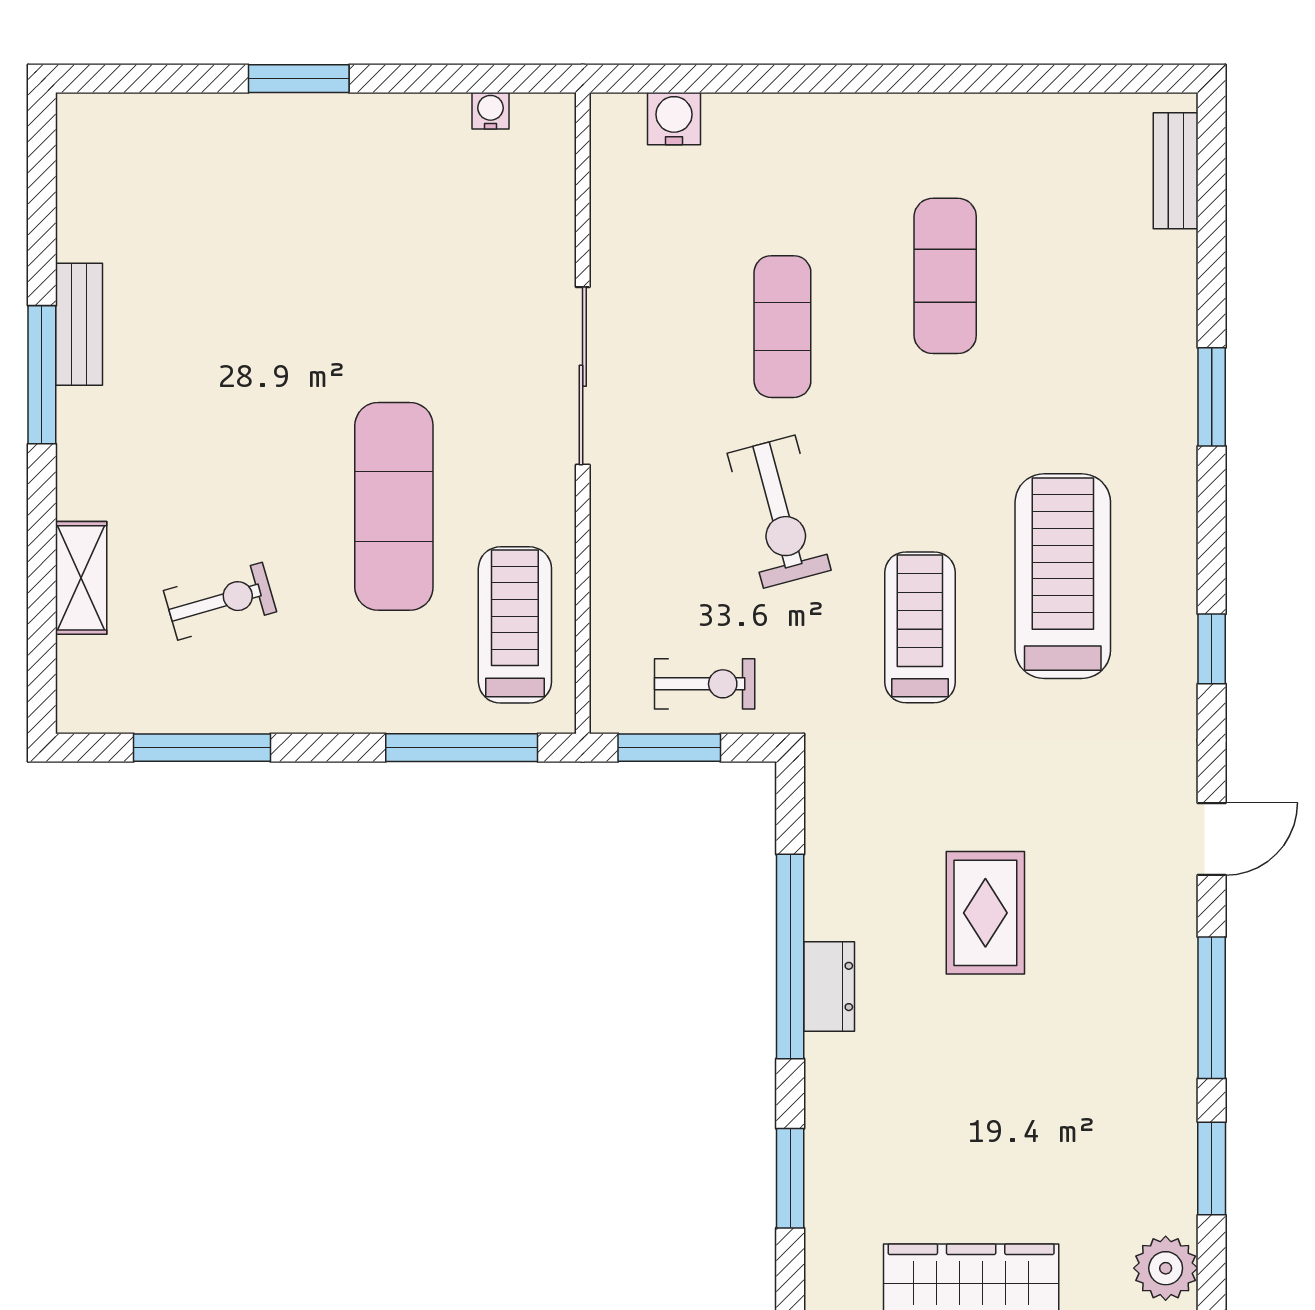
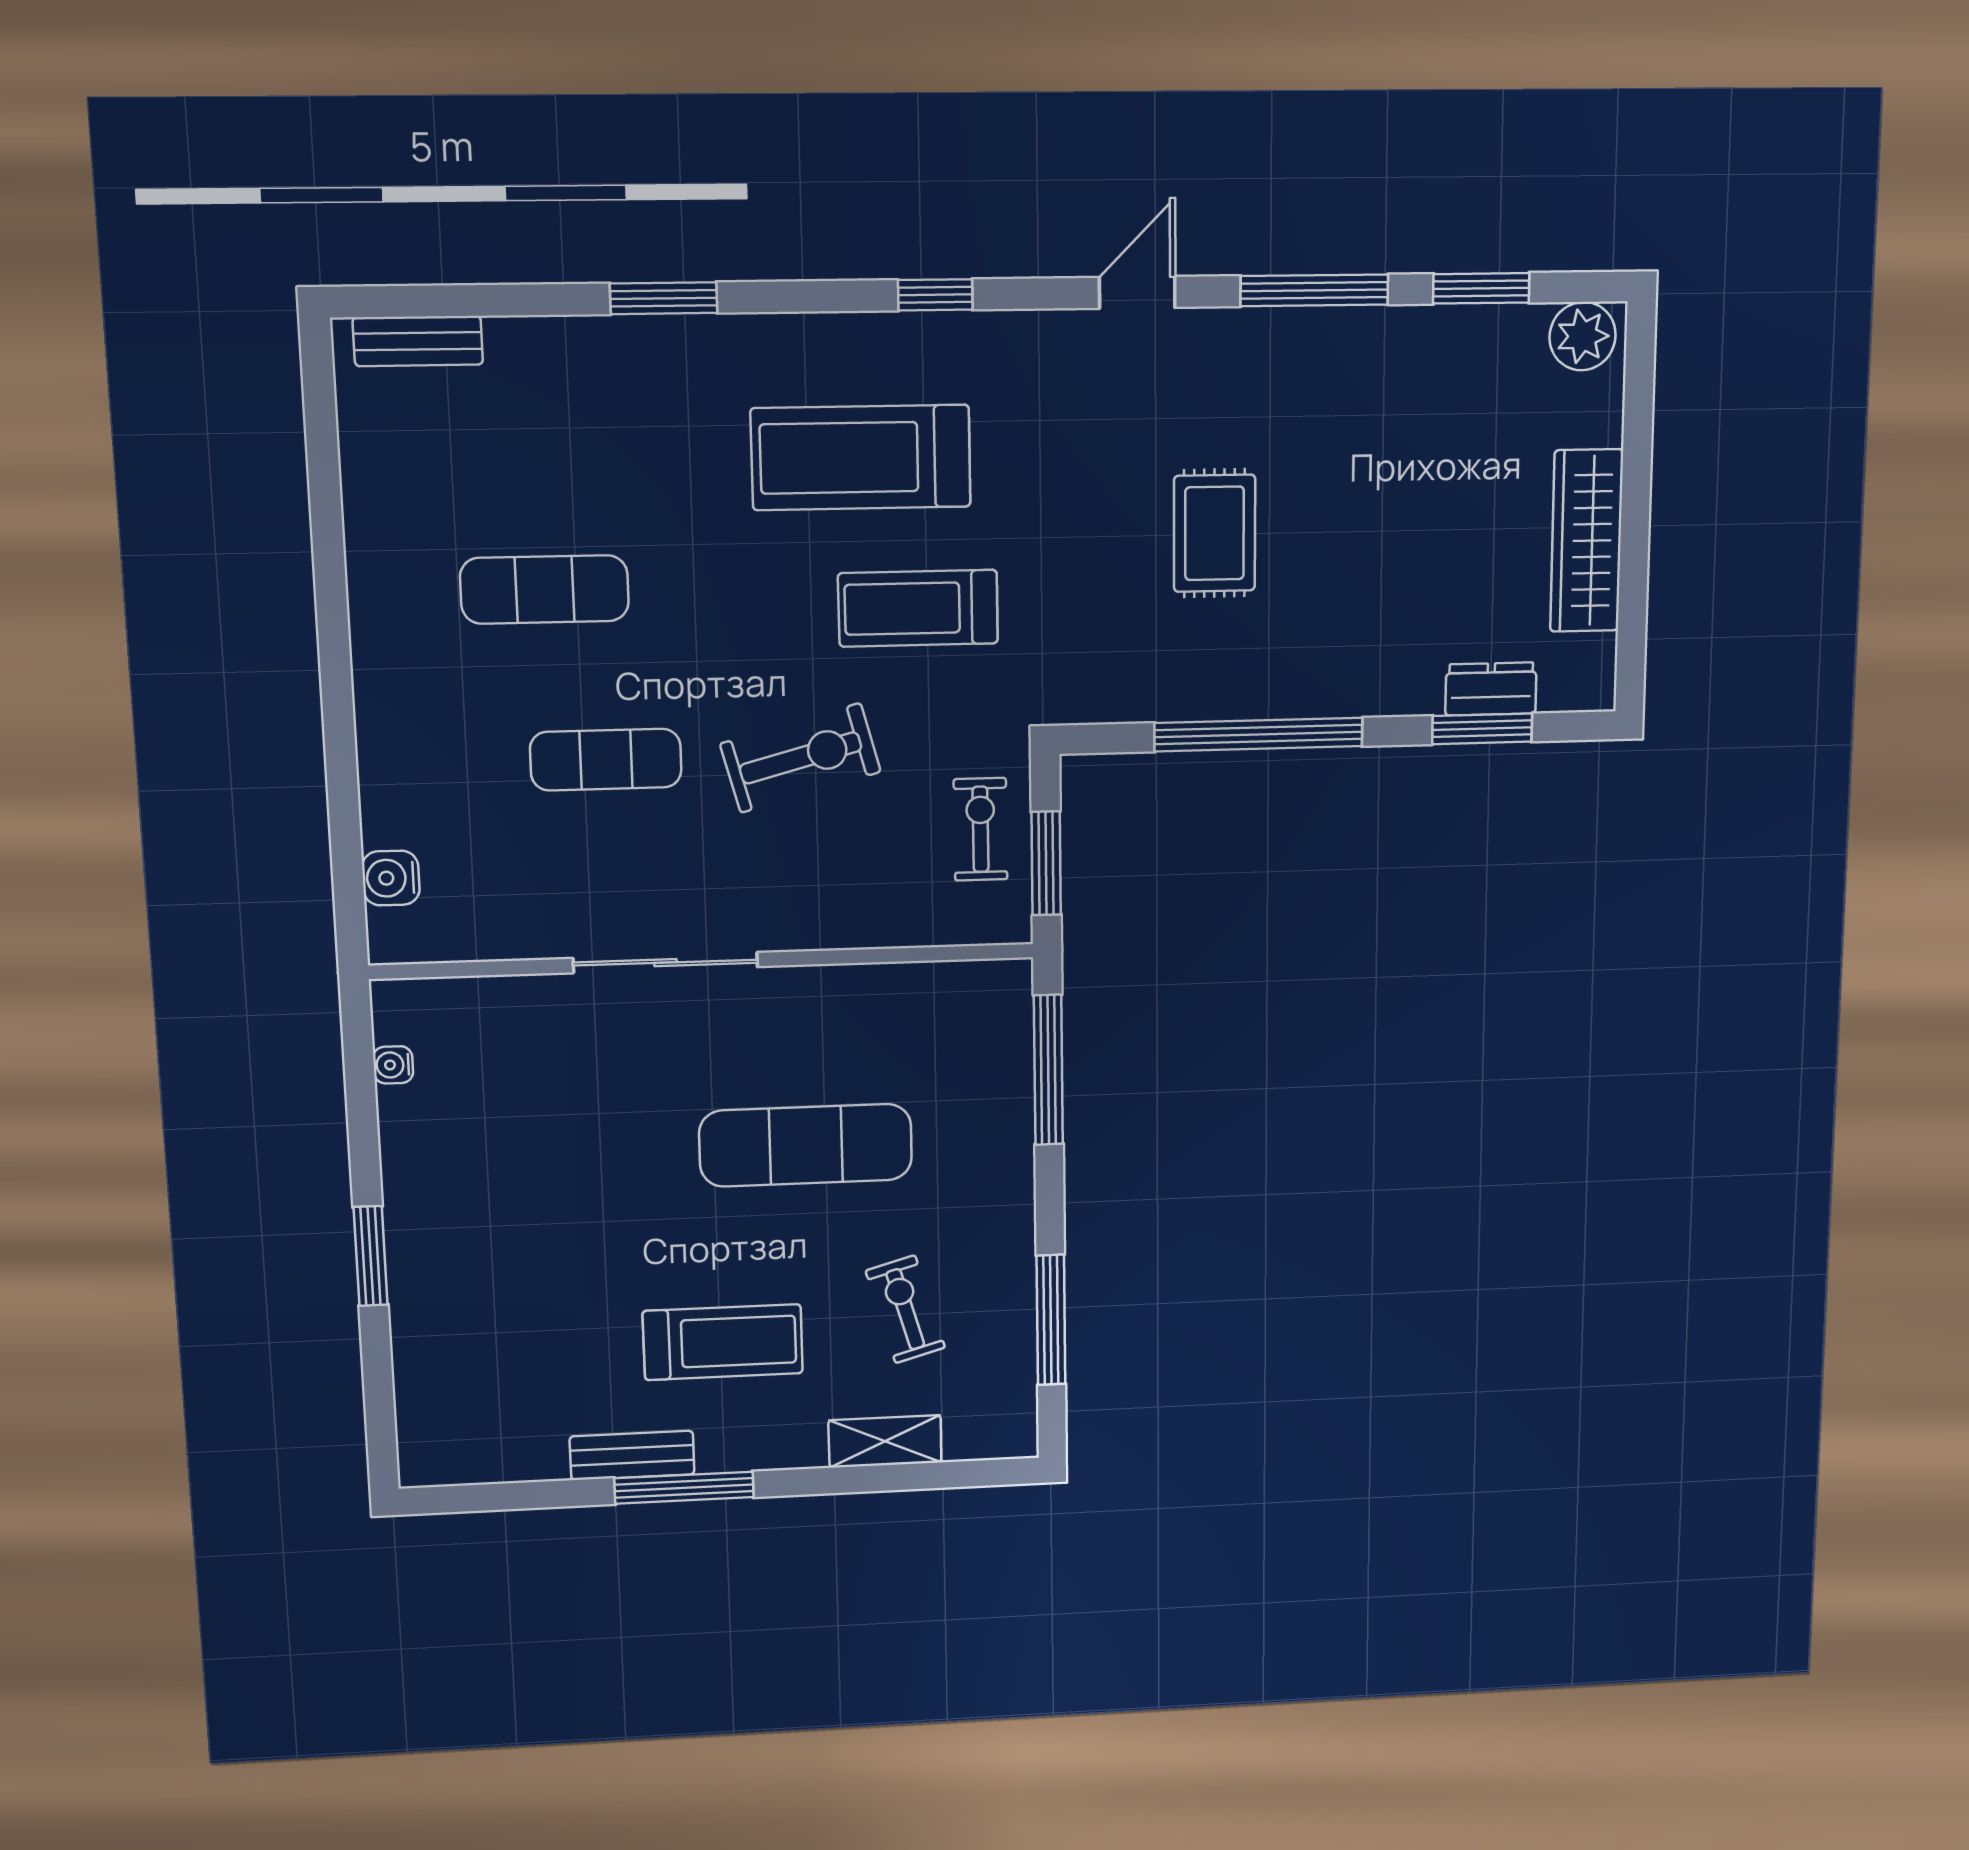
treadmill: (515, 625) -> (723, 1342), moved, turned 180
door: (1212, 839) -> (1137, 292), hinge flipped
rug: (985, 913) -> (1215, 533), turned 90
dresser: (829, 986) -> (1491, 689), moved

